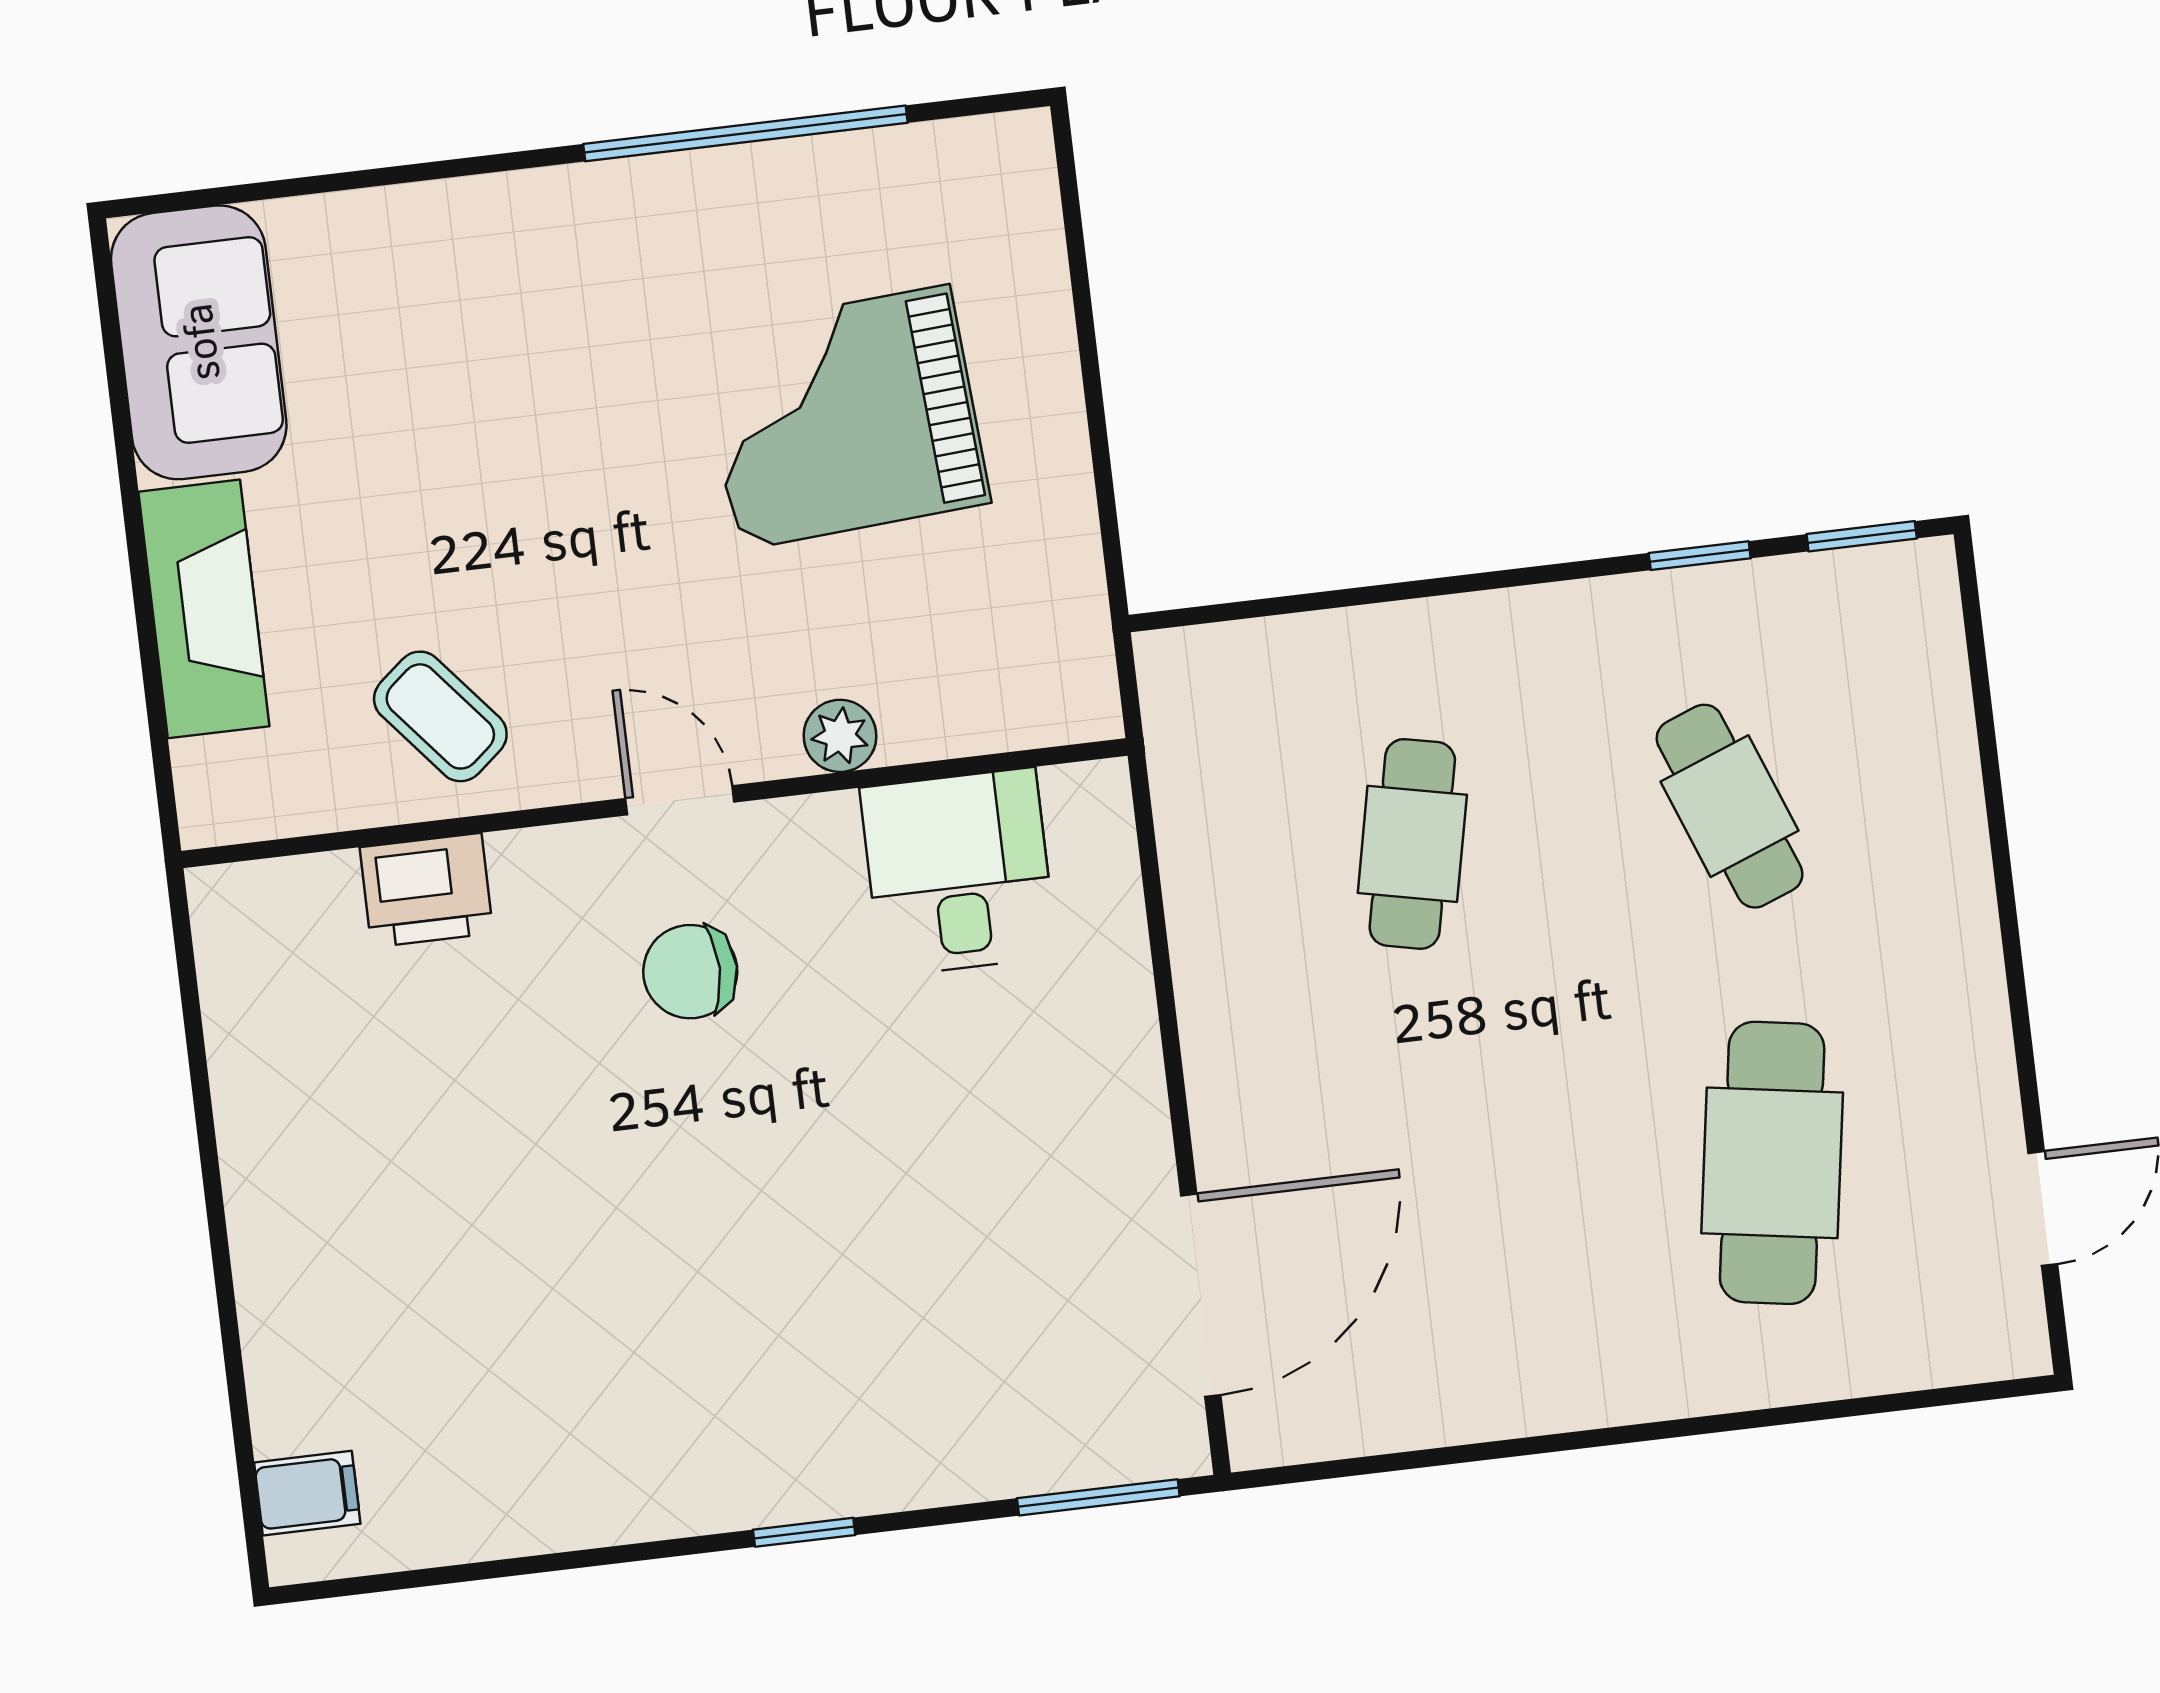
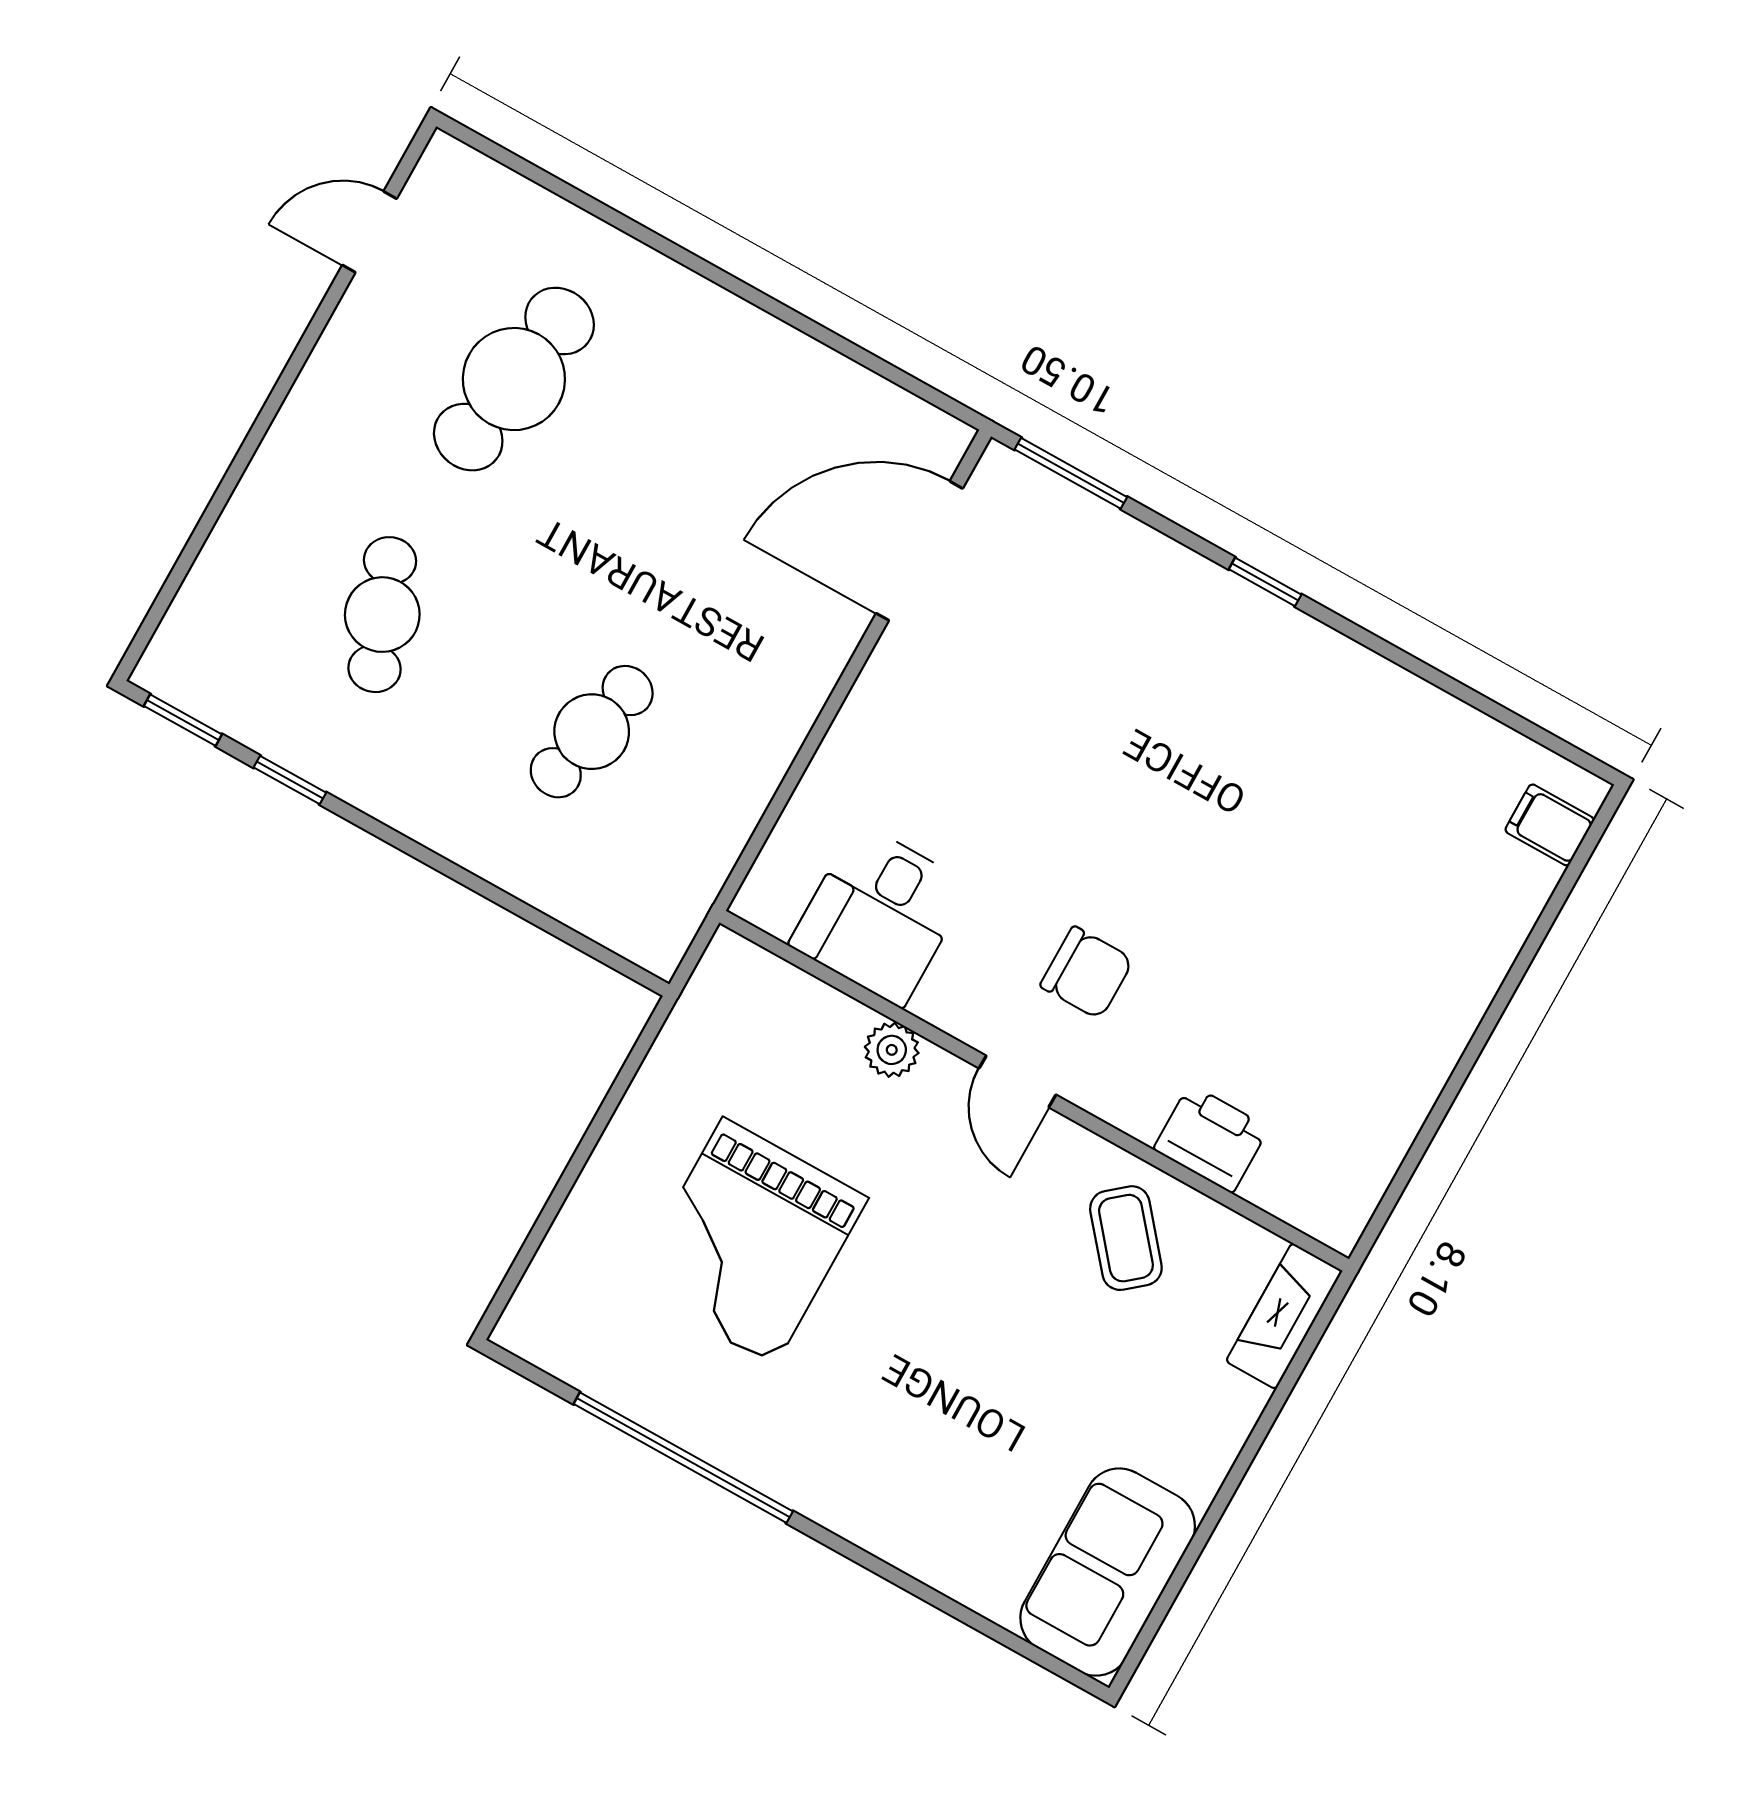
grand piano: (844, 417) -> (749, 1242), turned 94
fireplace: (204, 609) -> (1284, 1316), moved, width x0.73, depth x0.76

